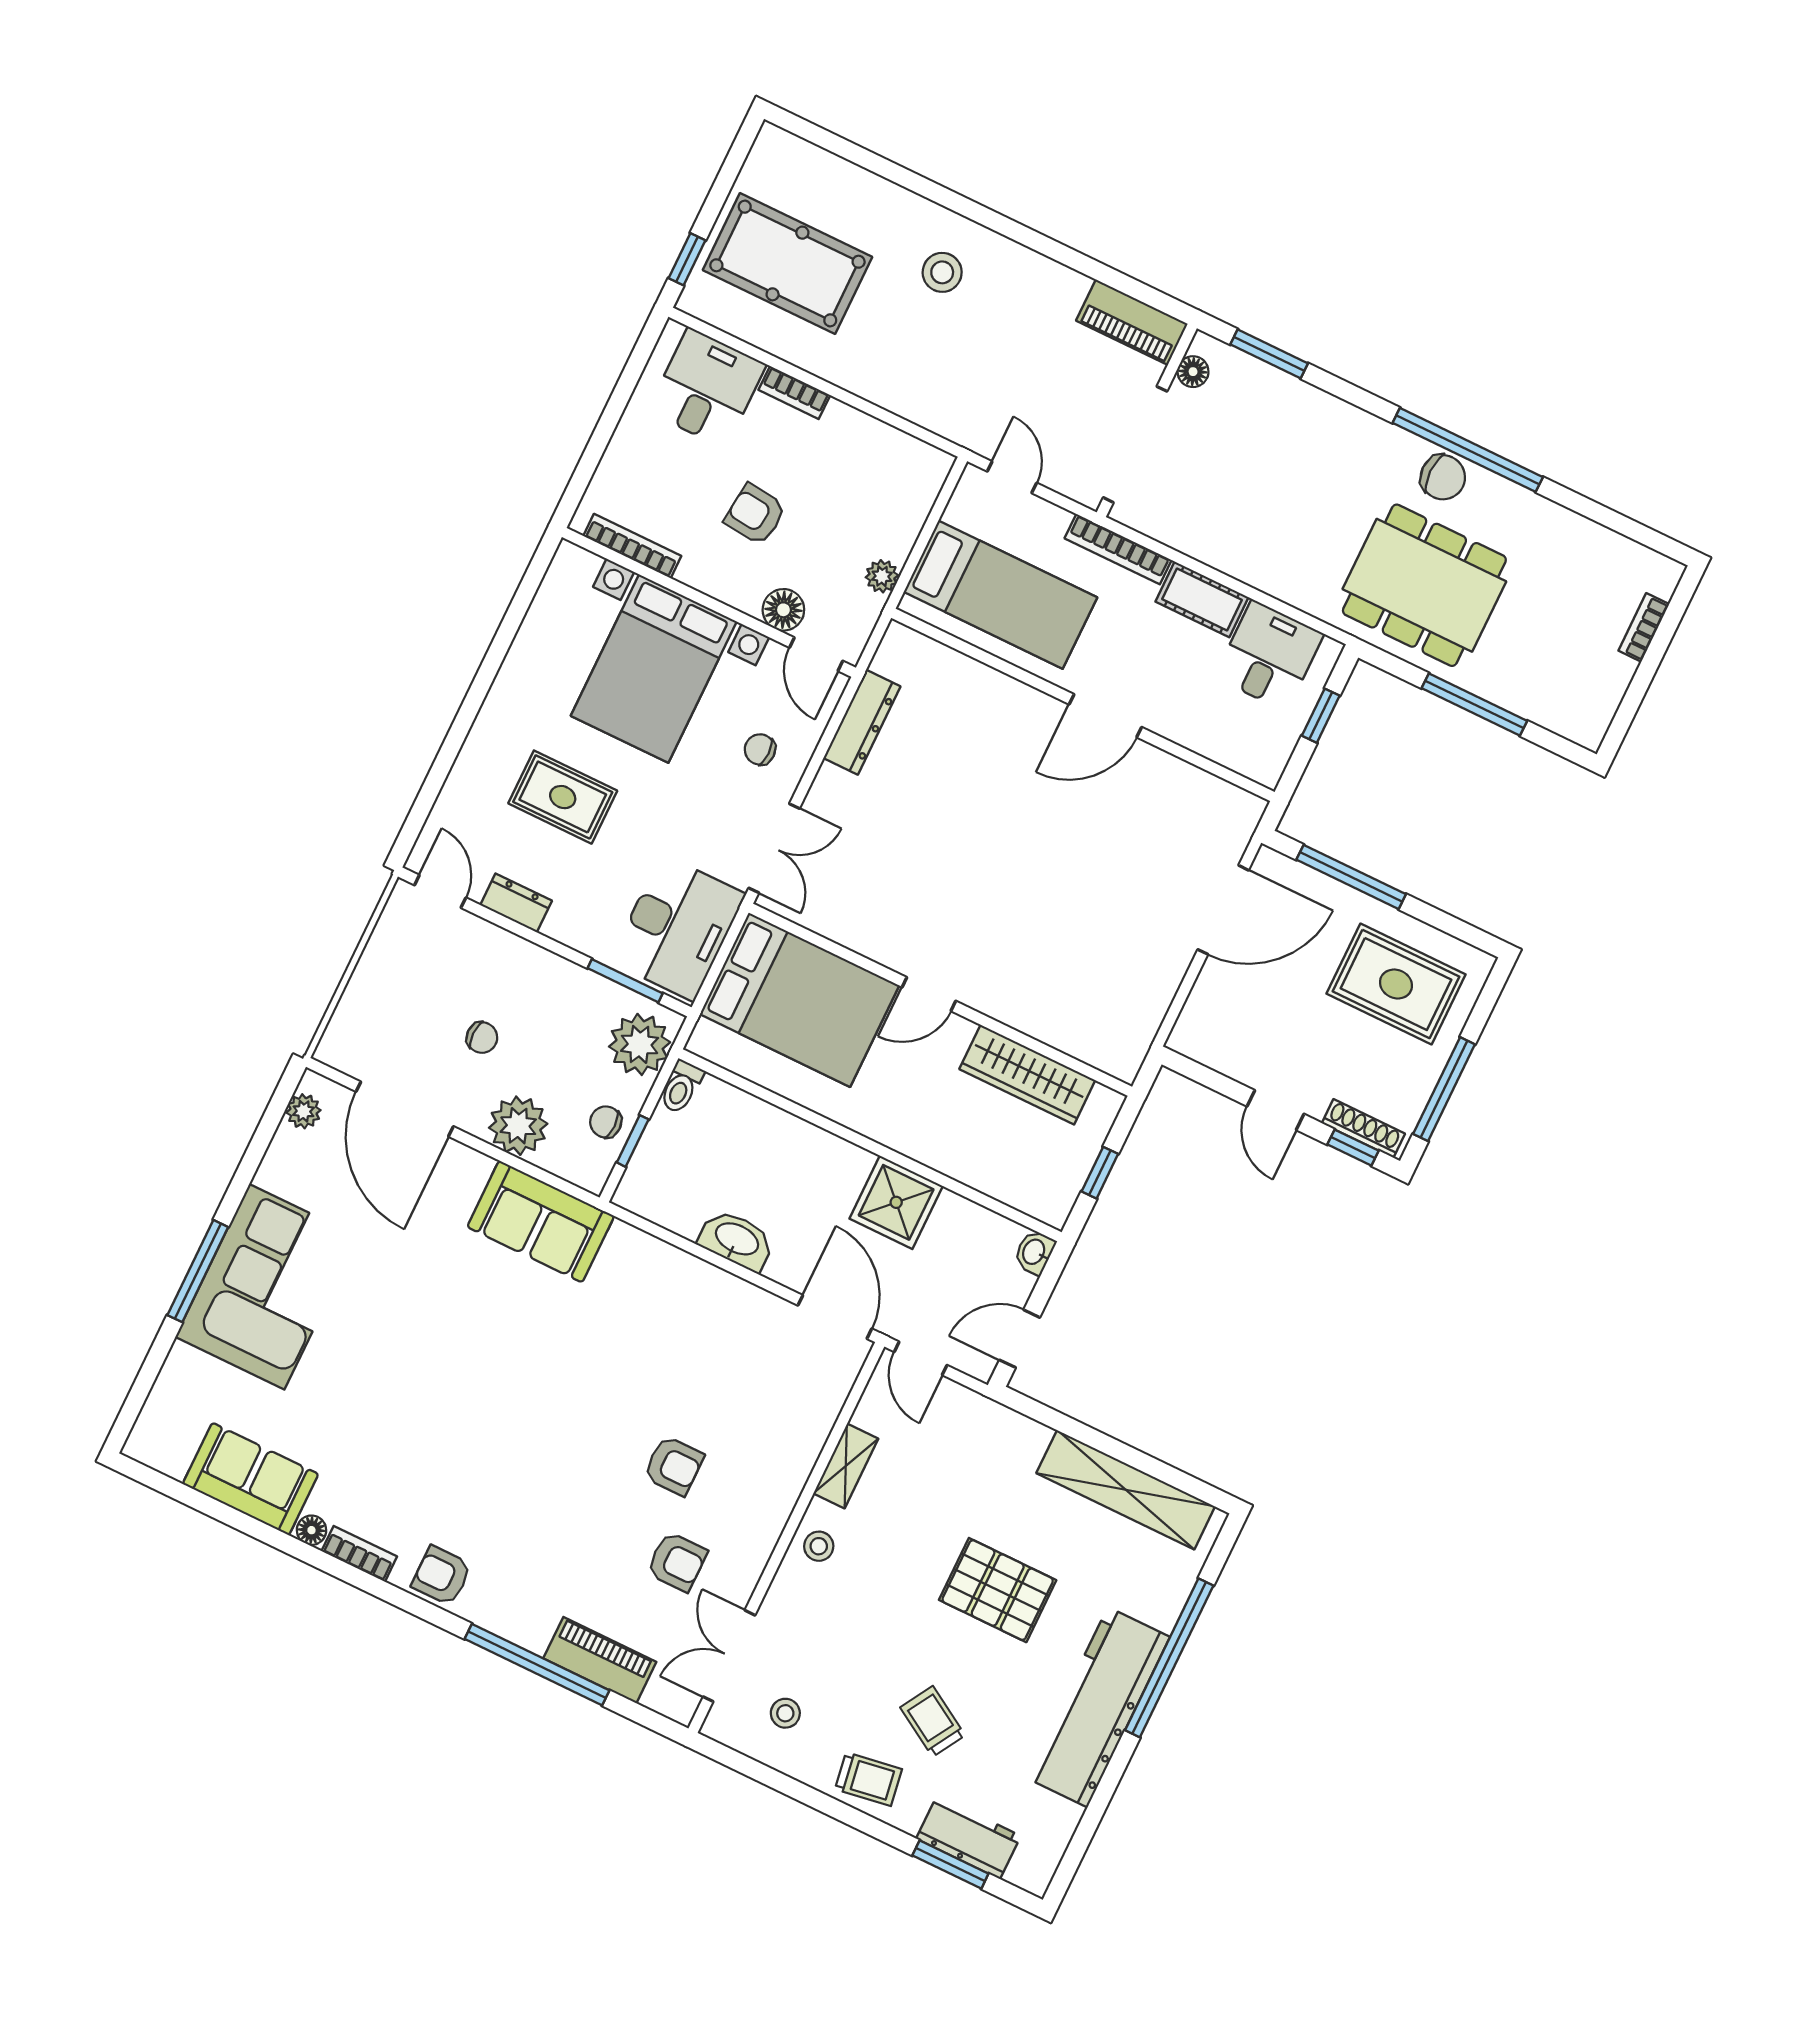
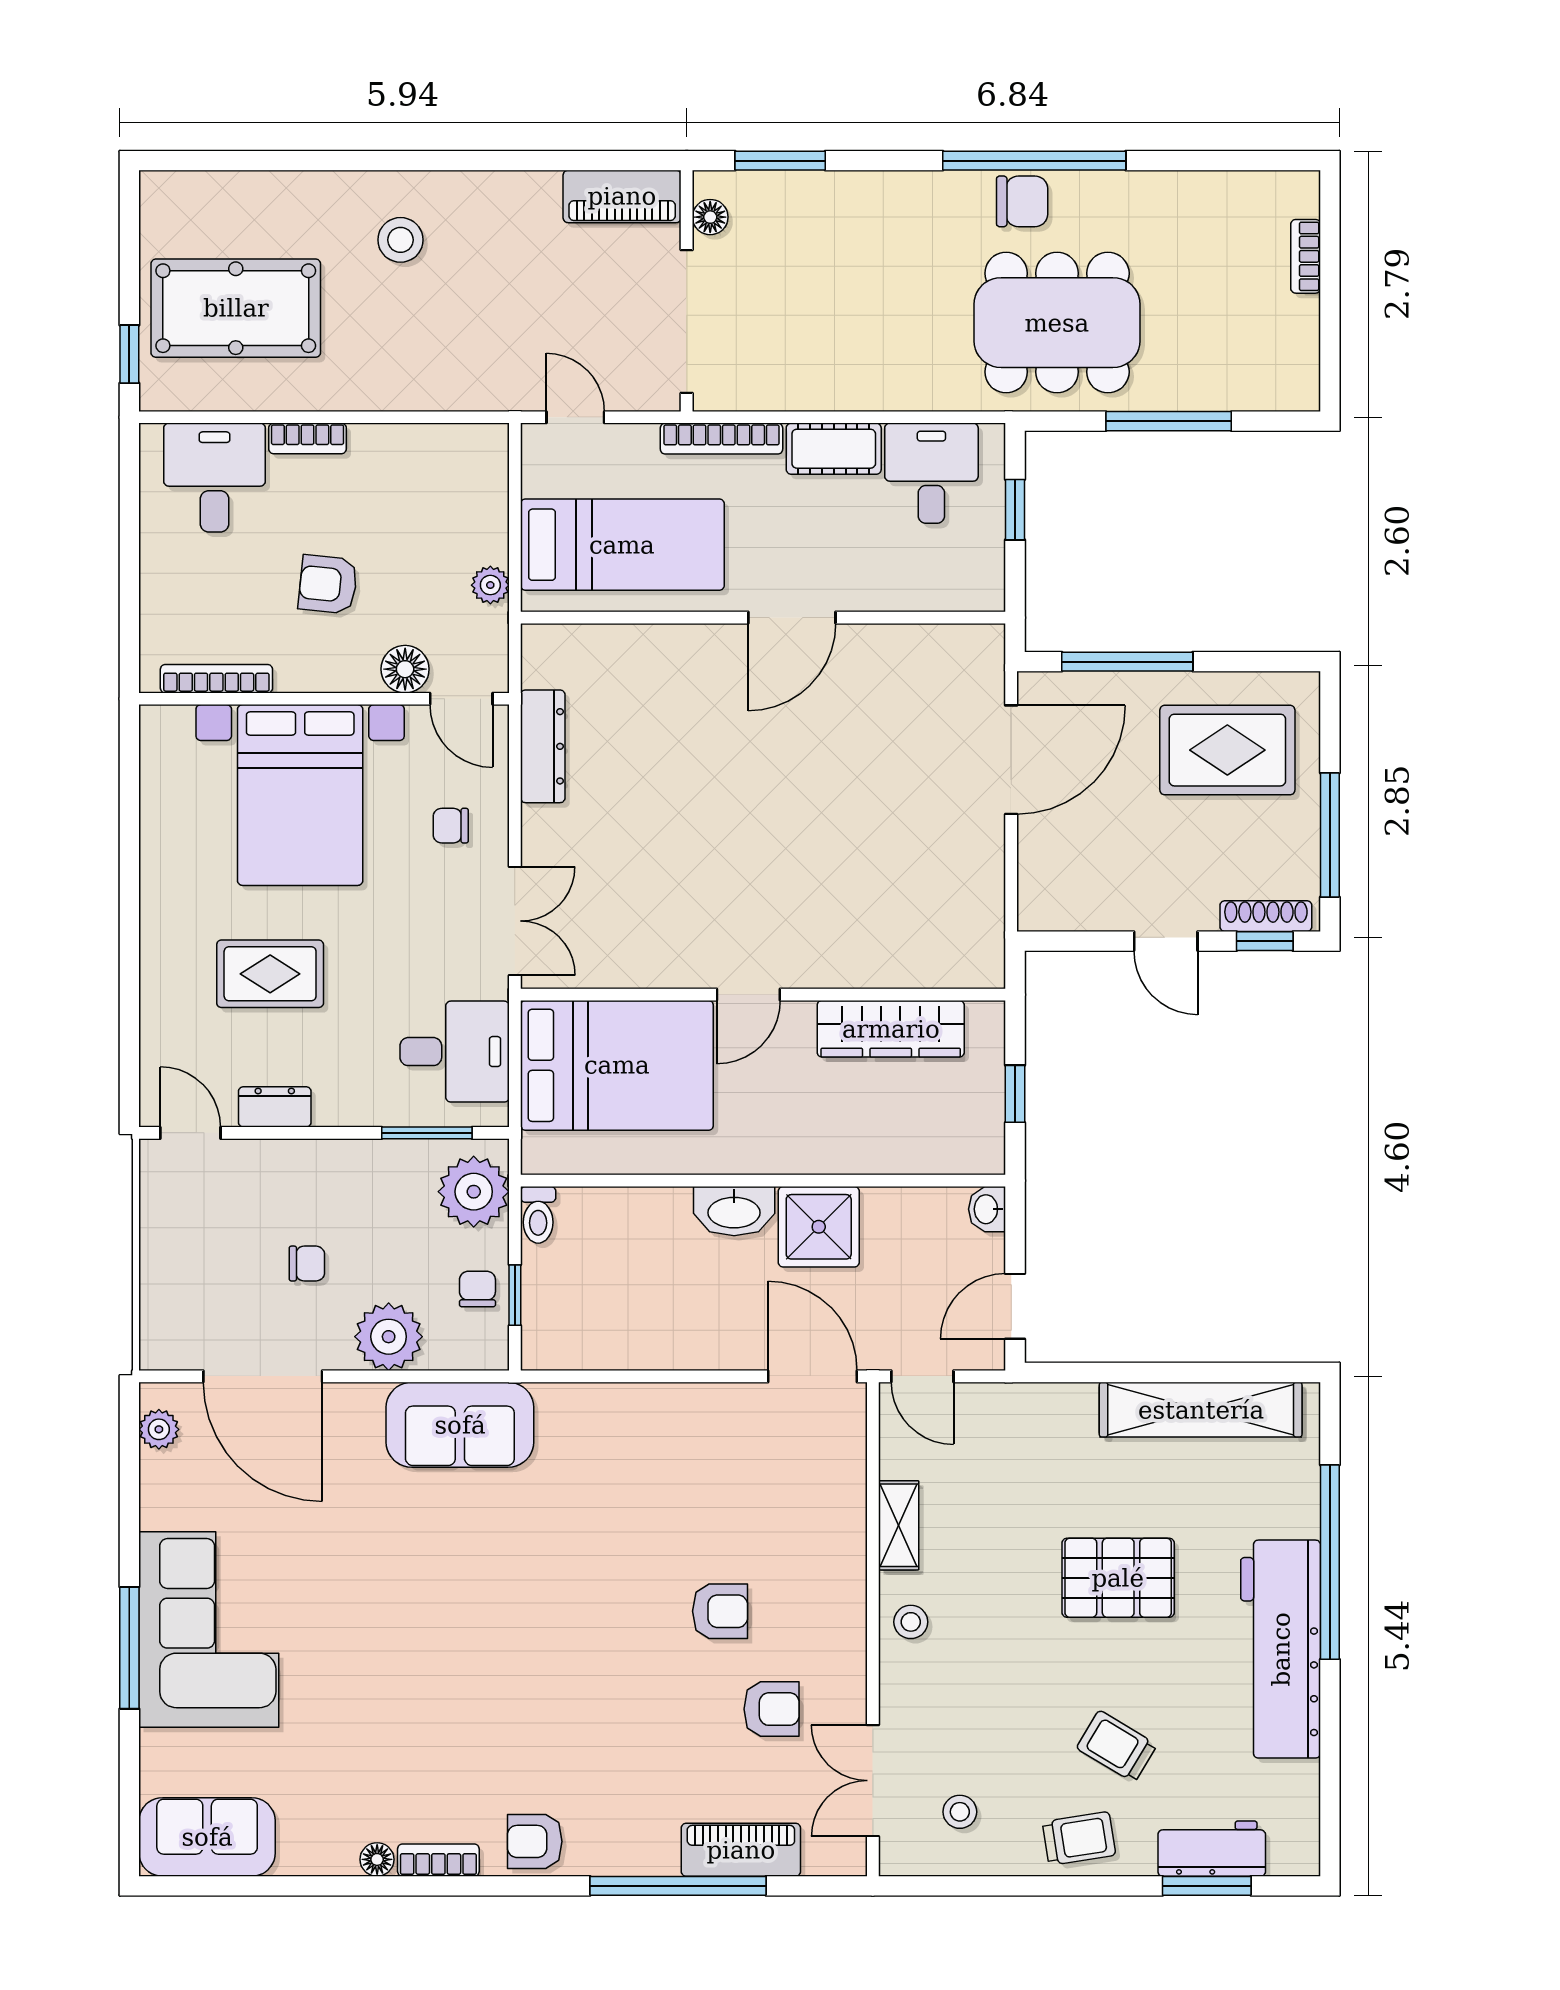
desk: (678, 928) -> (455, 1052), width x0.73
chair: (606, 1122) -> (477, 1289), turned 90
washbasin: (736, 1240) -> (734, 1211), moved, turned 180
sofa: (251, 1479) -> (207, 1837), moved

